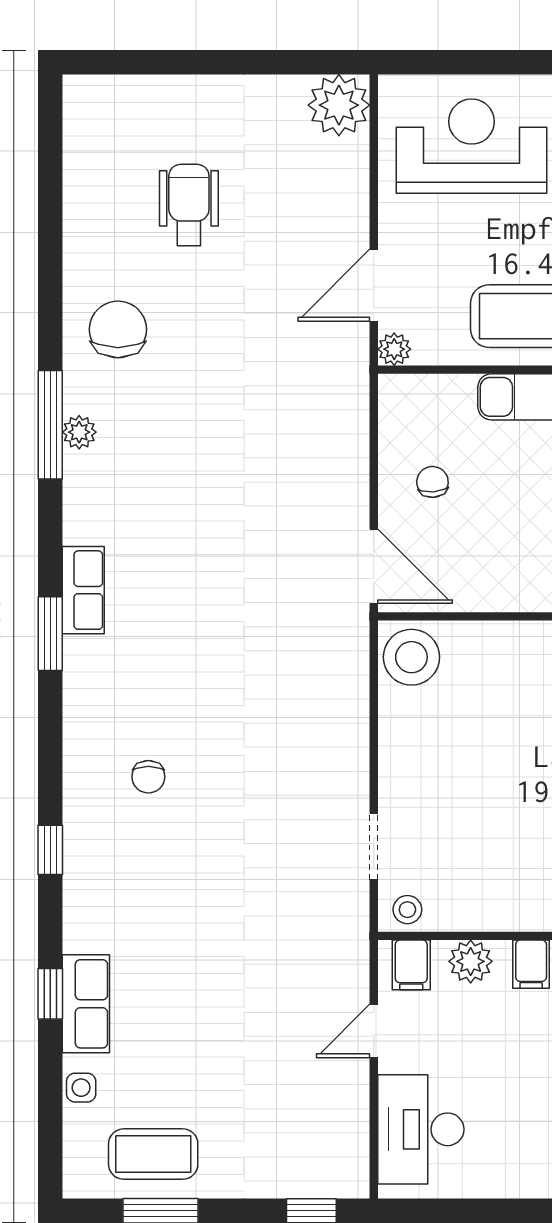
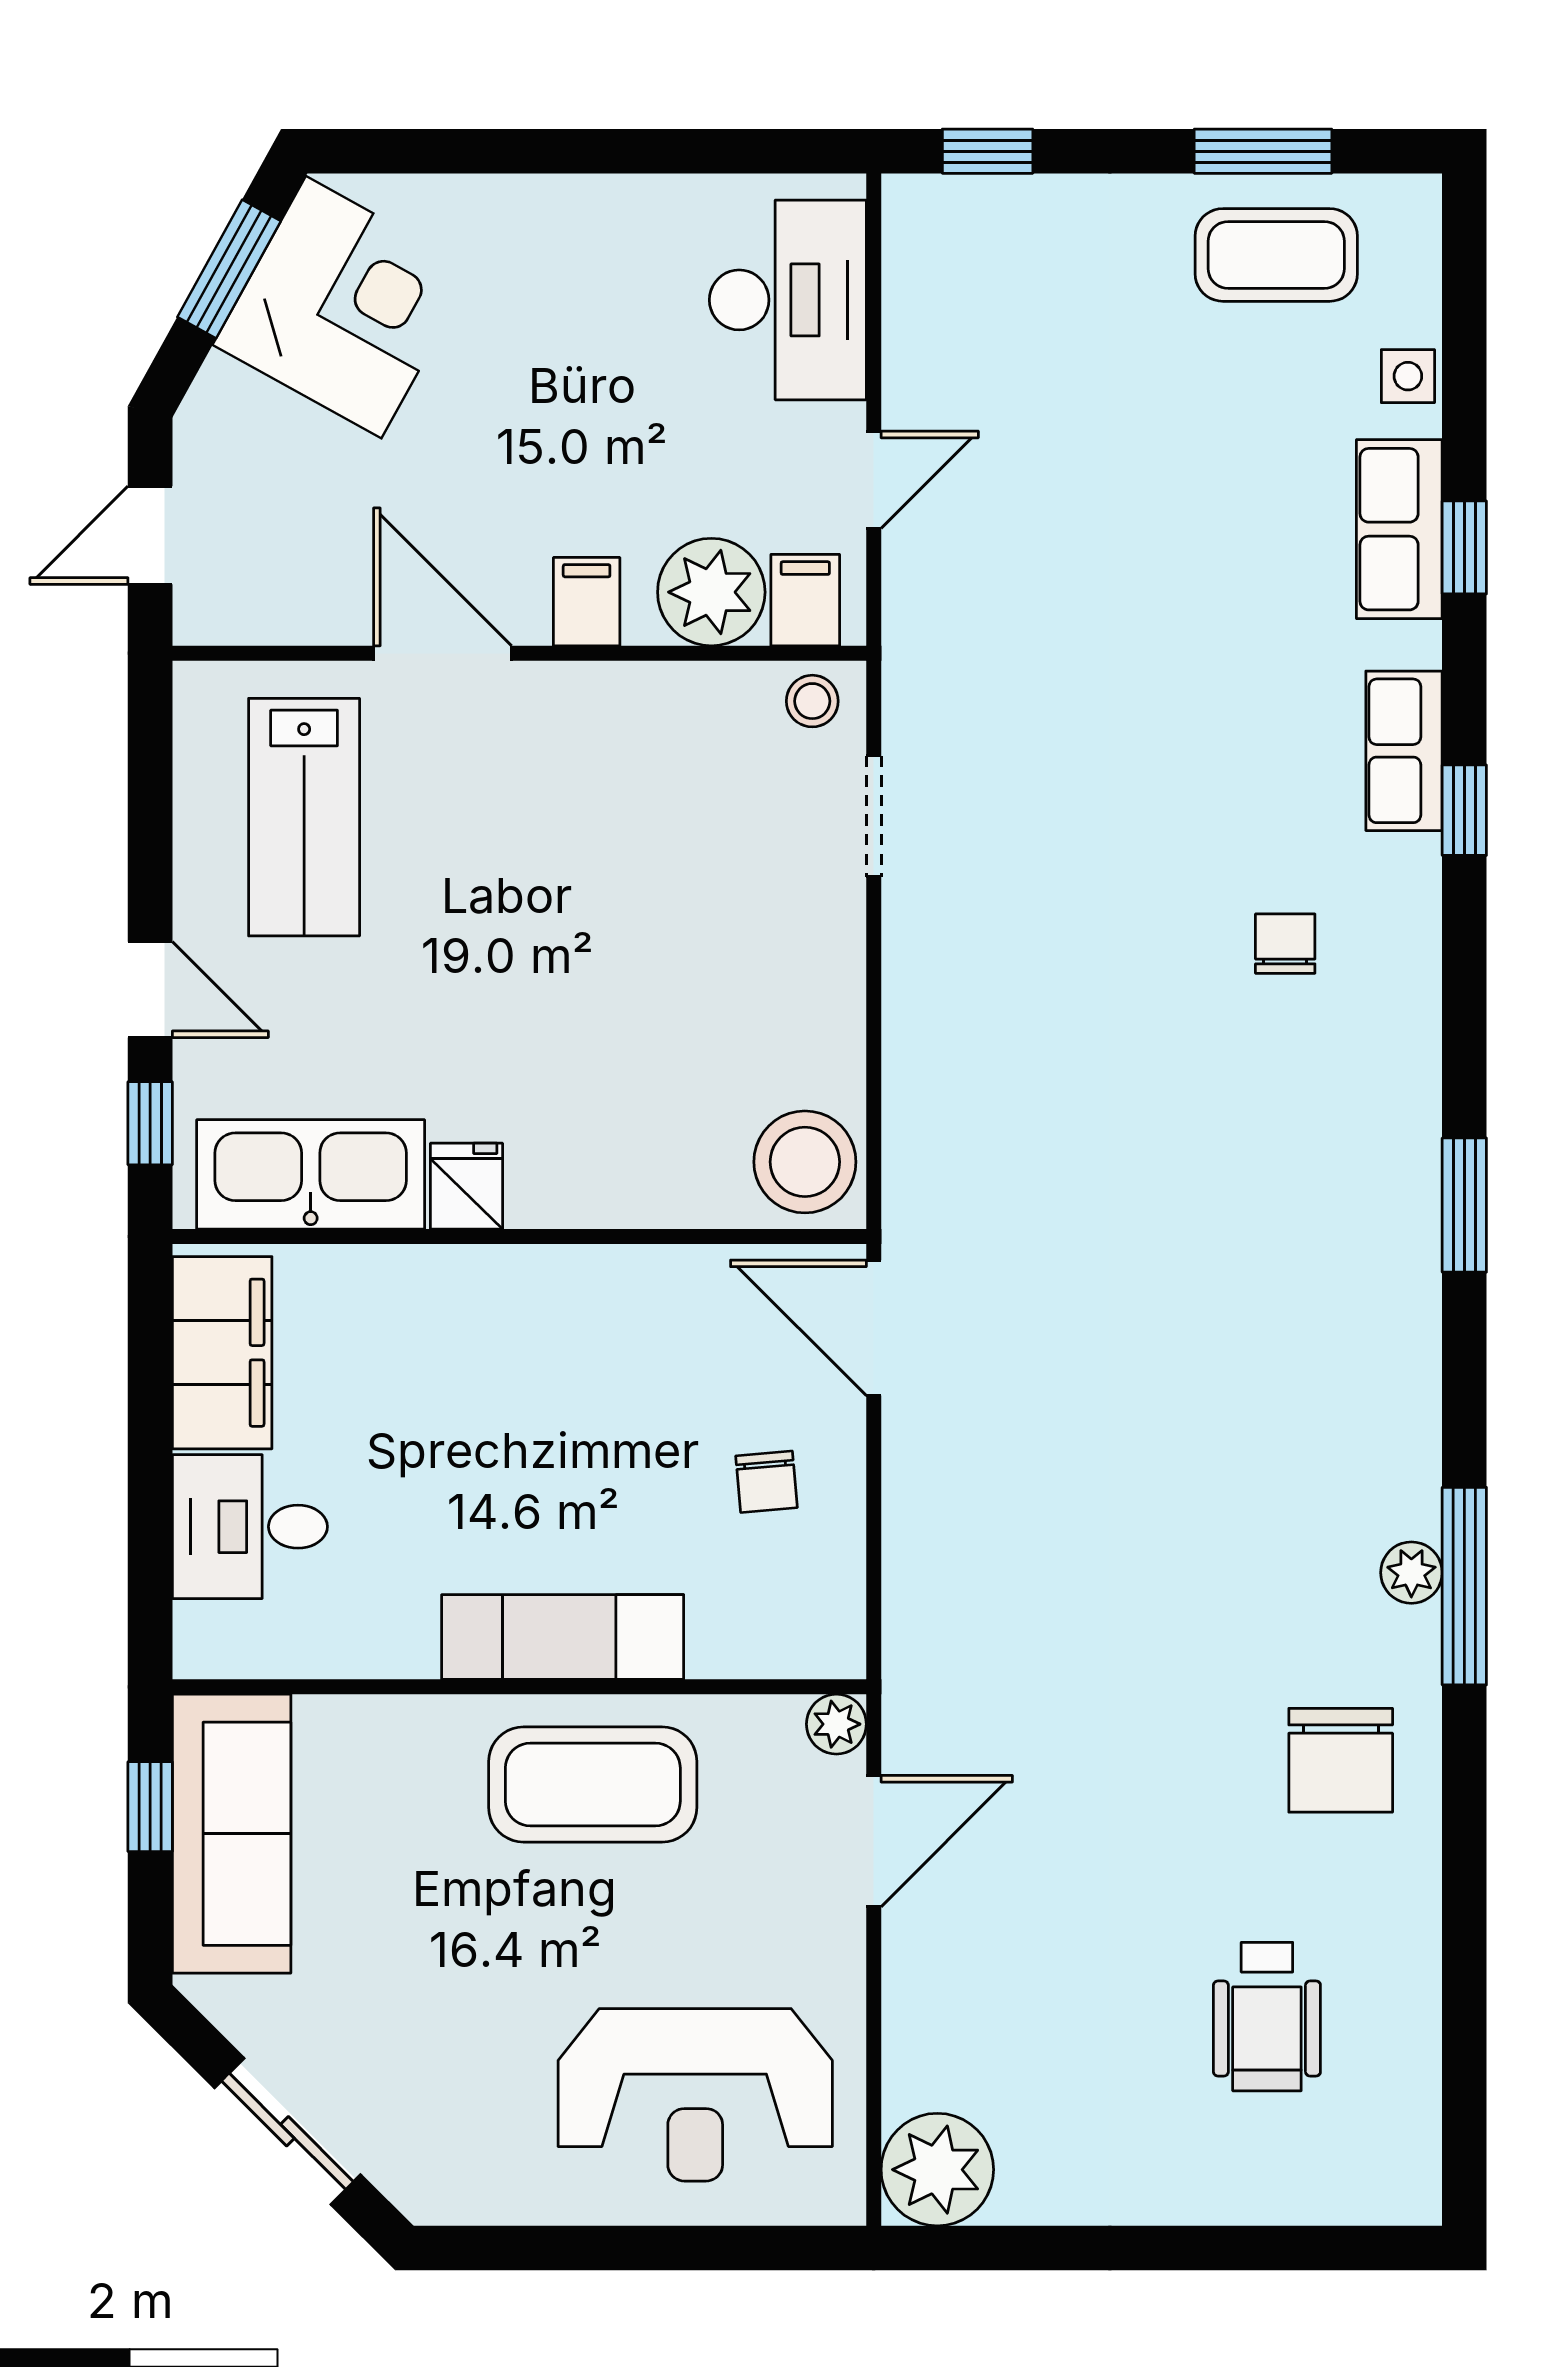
wheelchair: (189, 205) -> (1267, 2017), moved
row of seats: (83, 590) -> (1404, 751), moved
plant: (471, 961) -> (711, 592), width x1.36, depth x1.36

